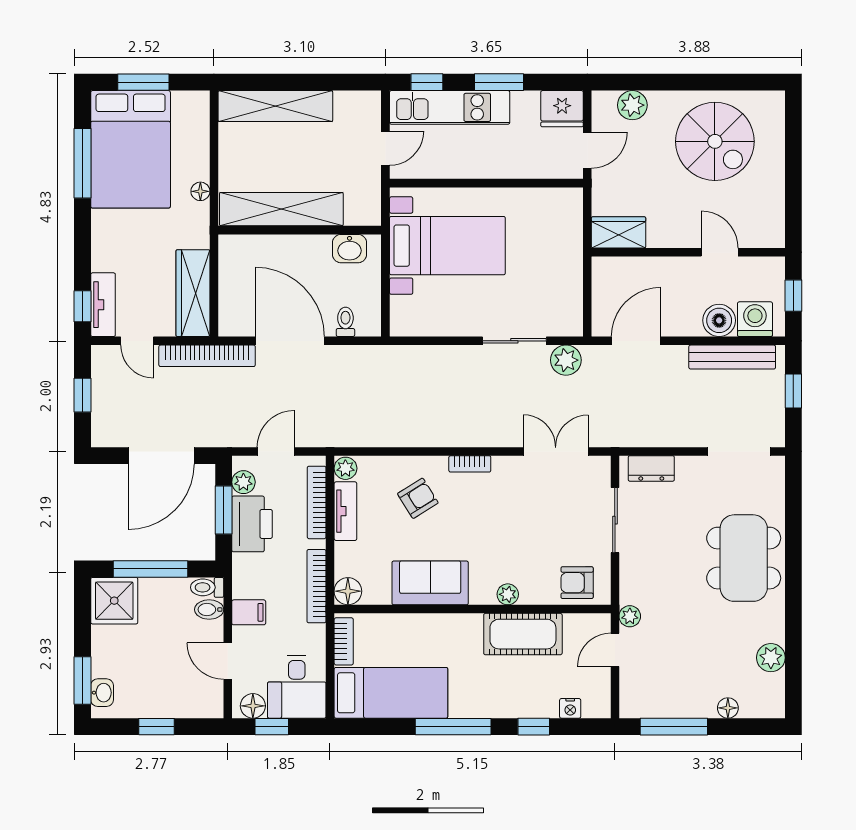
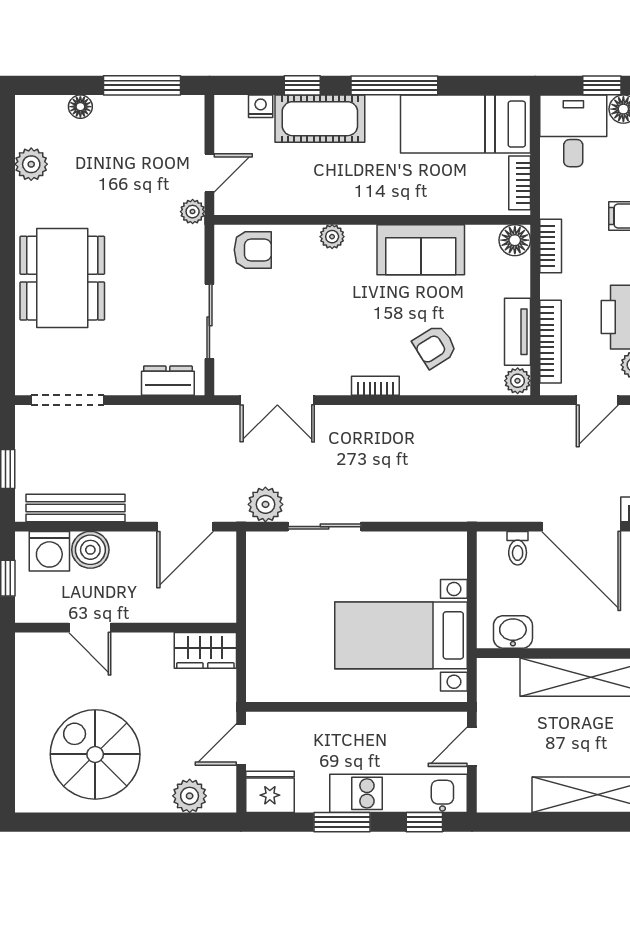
bookcase: (317, 586) -> (551, 246), width x0.64
cot: (523, 634) -> (320, 119), moved

